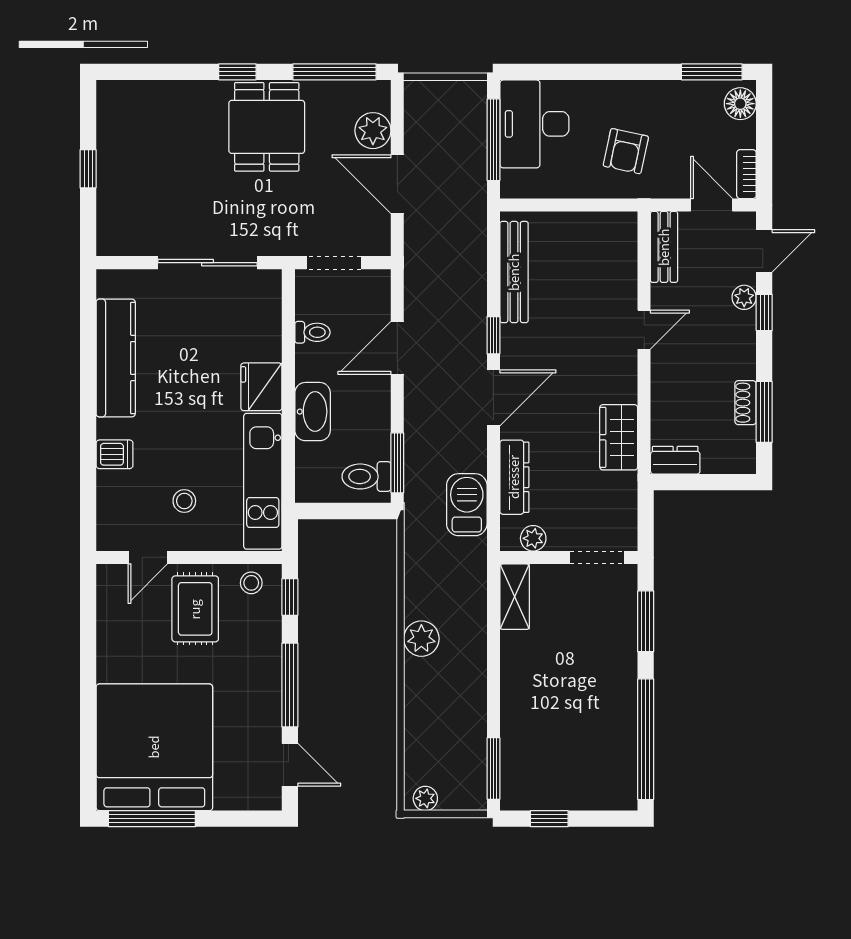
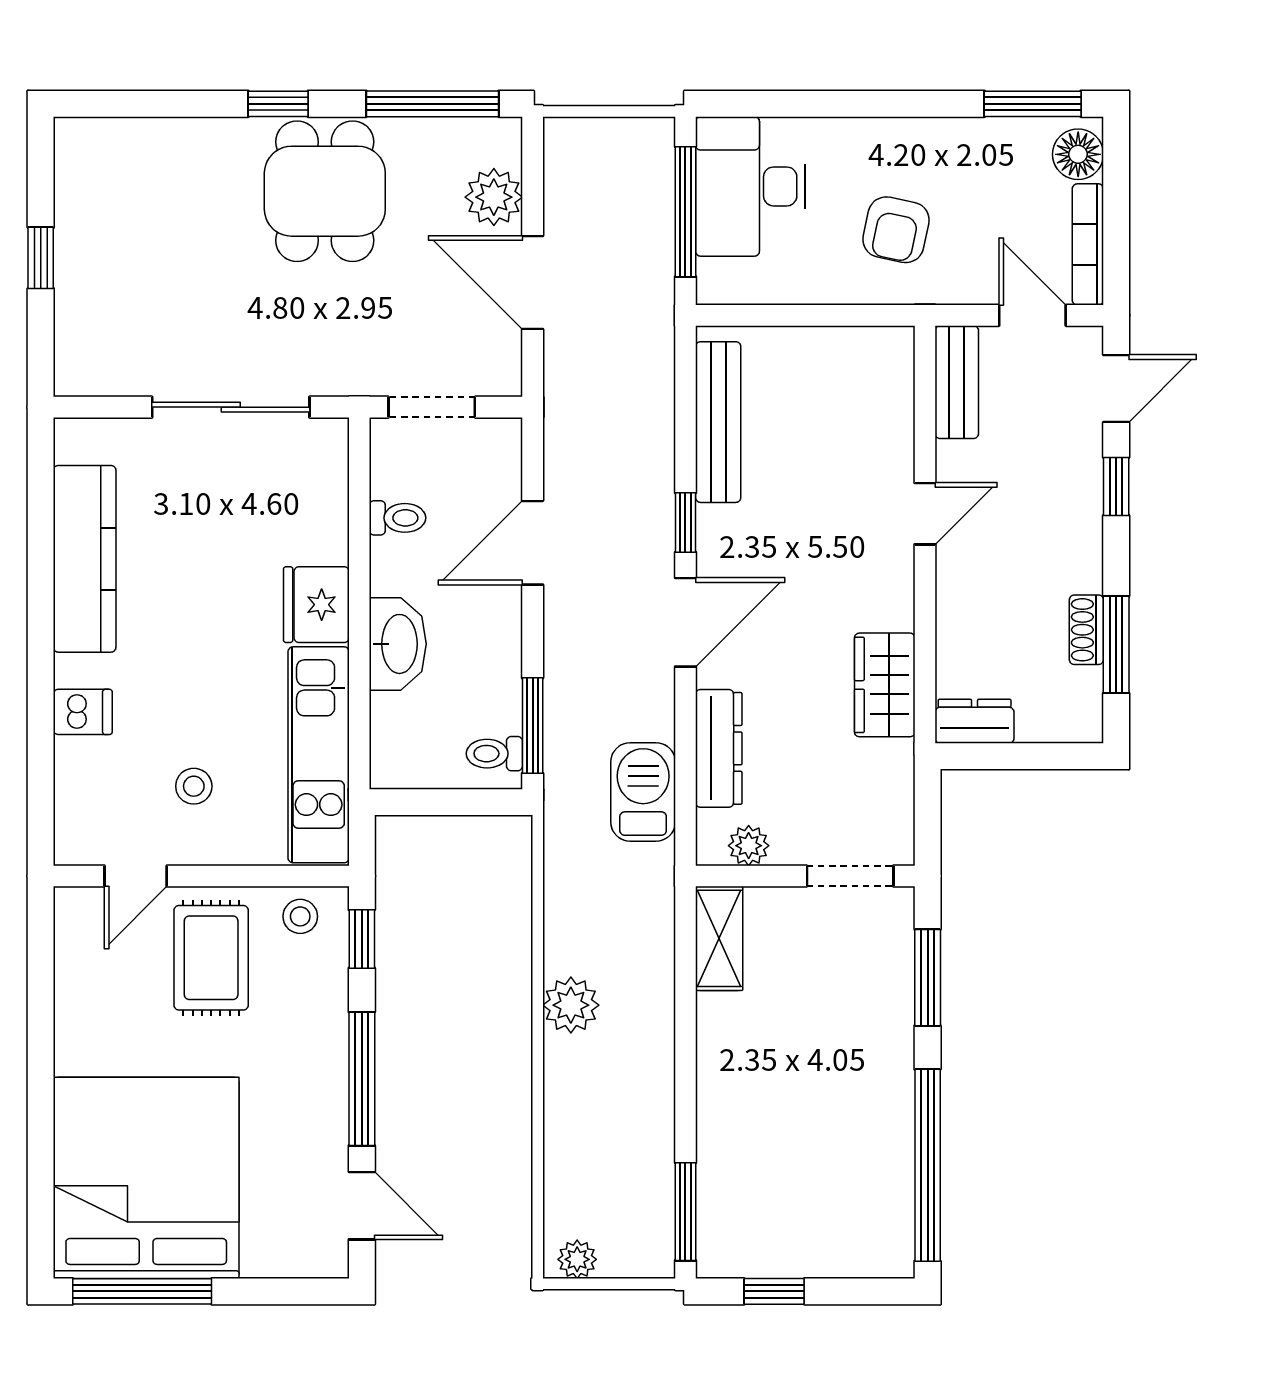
bookcase: (746, 174) -> (1088, 244), width x1.56
plant: (744, 297) -> (1084, 462), removed
toilet: (366, 476) -> (494, 754), width x0.73, depth x0.72

